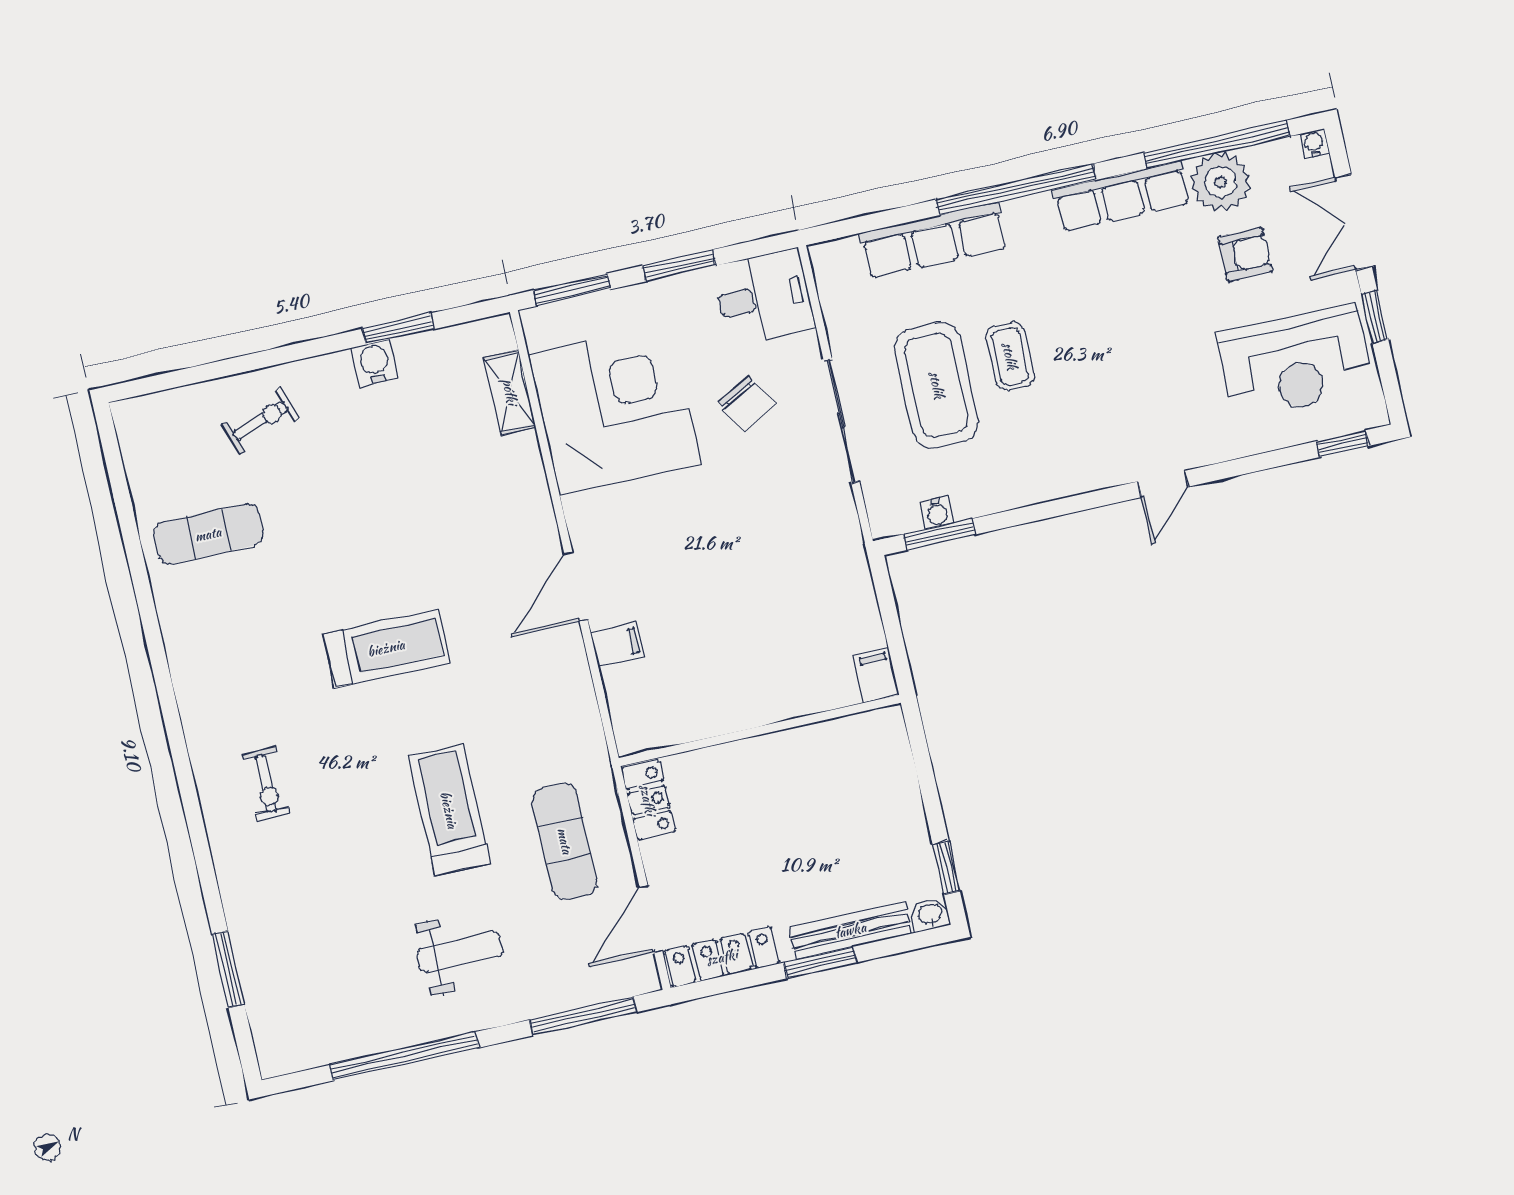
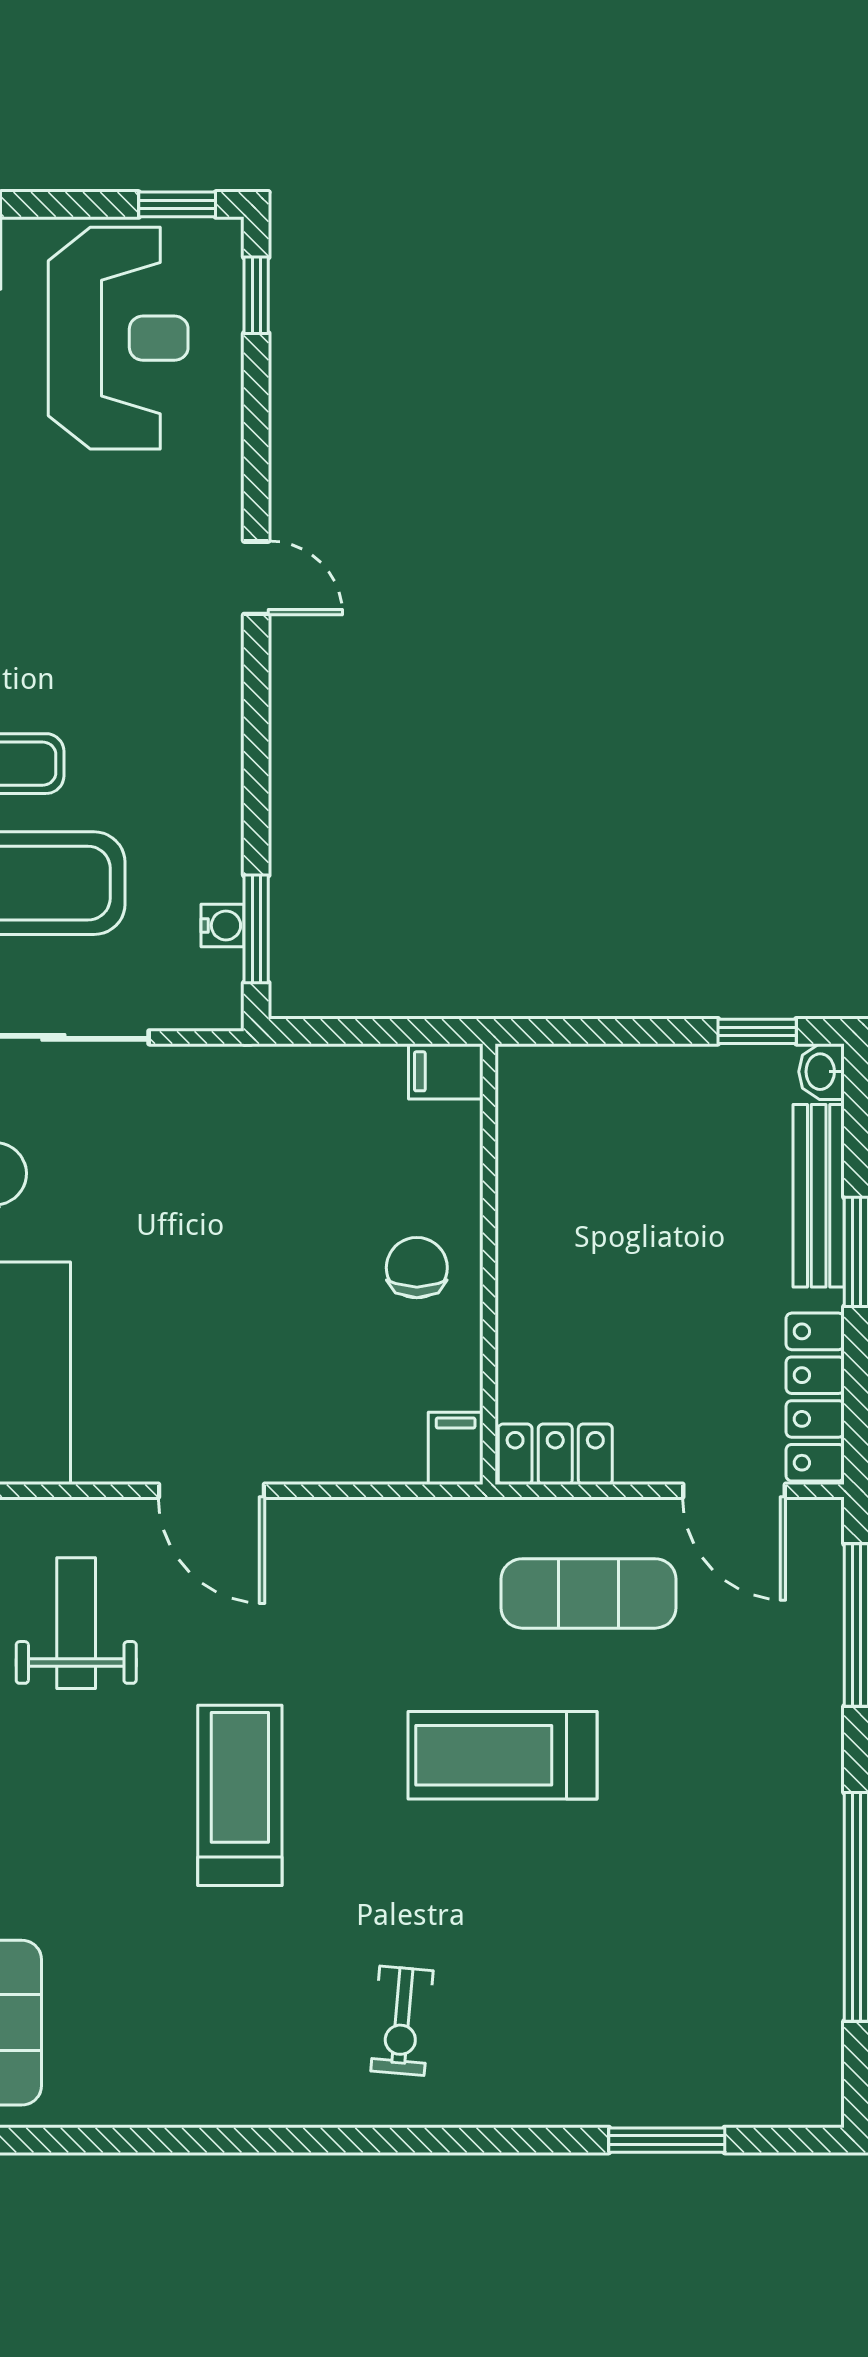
window: (1375, 317) -> (177, 204), moved
filing cabinet: (617, 644) -> (456, 1448), moved
chair: (747, 685) -> (417, 1268), added
exercise bike: (266, 784) -> (402, 2021), turned 95
weight bench: (460, 952) -> (76, 1623), moved

